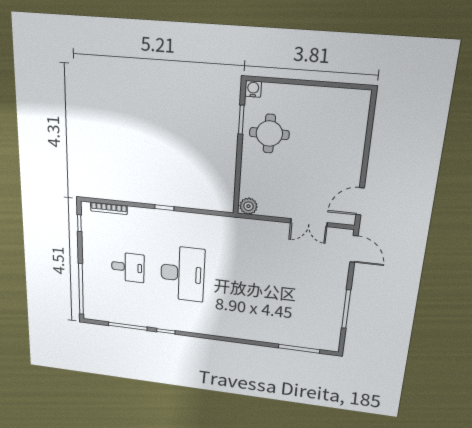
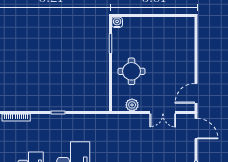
round table: (269, 134) -> (131, 71), moved
plant: (248, 206) -> (132, 105), moved

